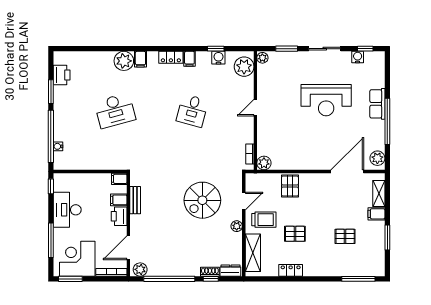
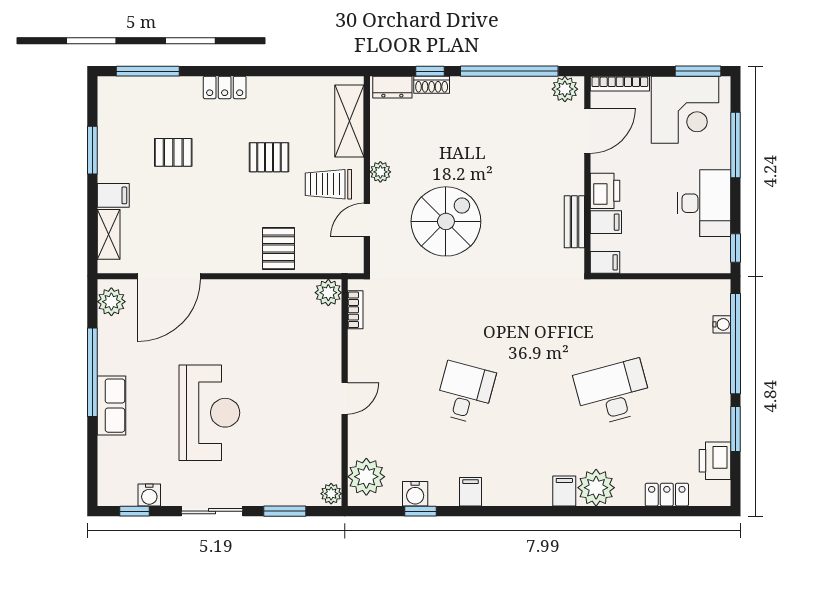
locker: (171, 57) -> (667, 495), moved
reception desk: (326, 100) -> (209, 413), turned 90
locker: (291, 270) -> (225, 87), moved

